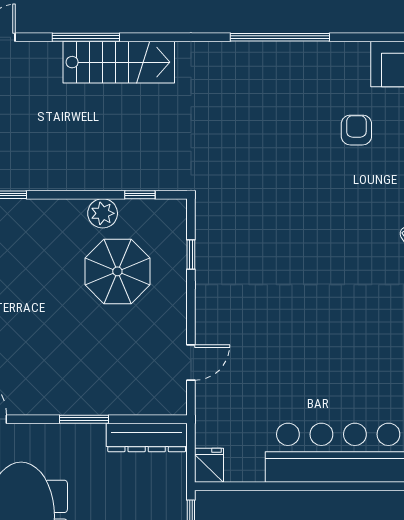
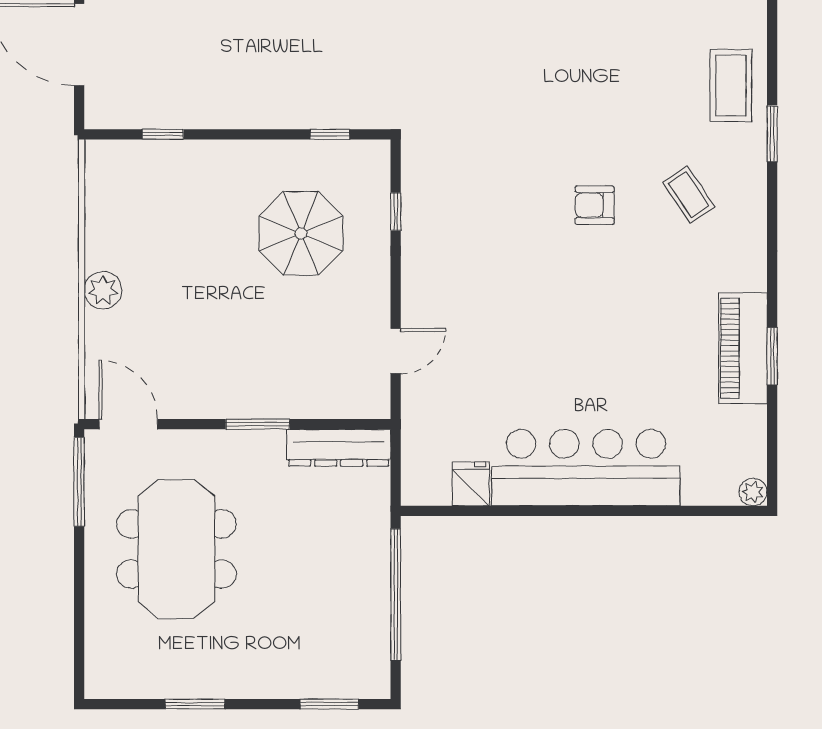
armchair: (356, 130) -> (595, 205), moved, turned -90
plant: (103, 213) -> (282, 158), removed
fridge: (209, 465) -> (471, 484), moved

